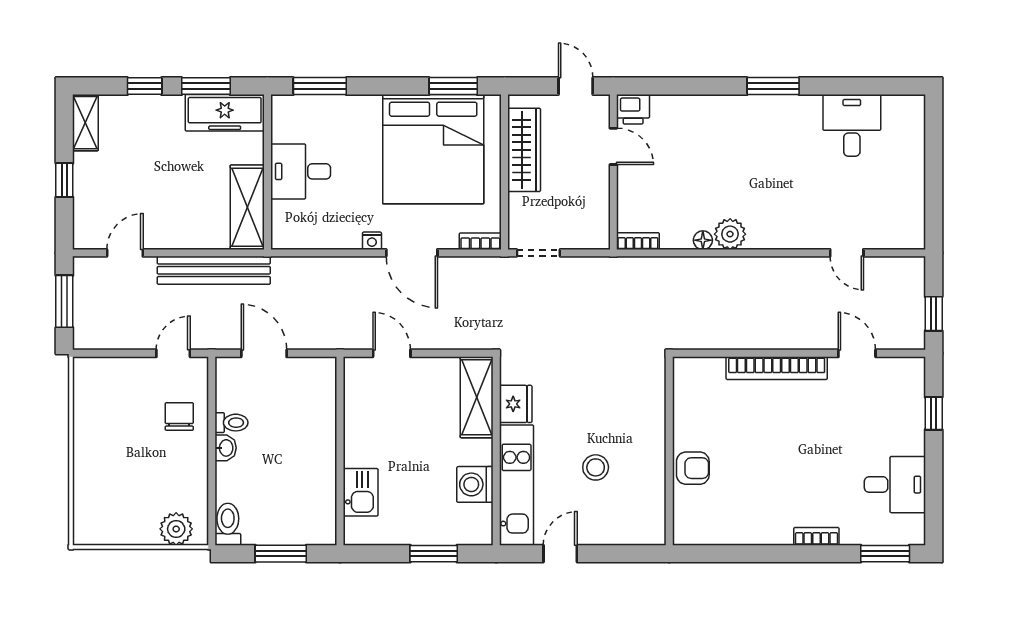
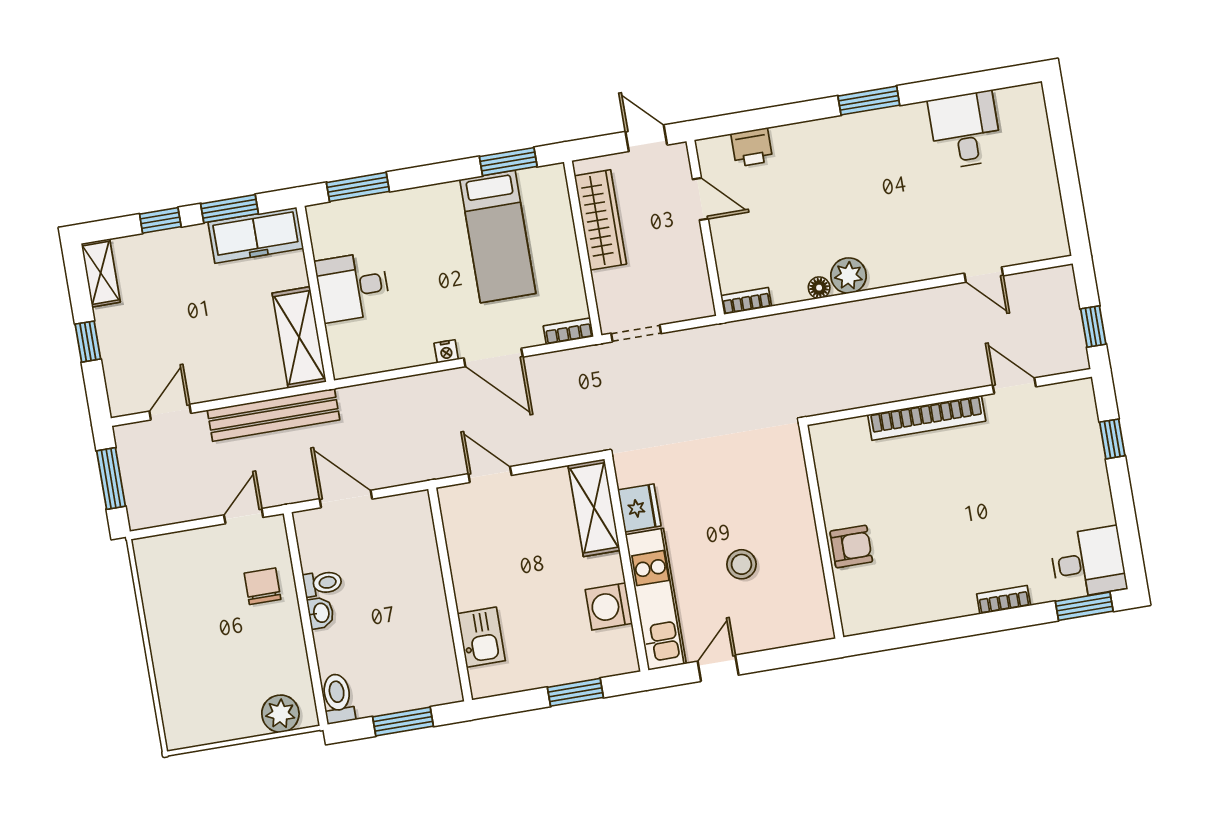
printer: (633, 109) -> (752, 147), moved
bed: (433, 149) -> (498, 236), width x0.49
desk: (895, 485) -> (1088, 562), moved

